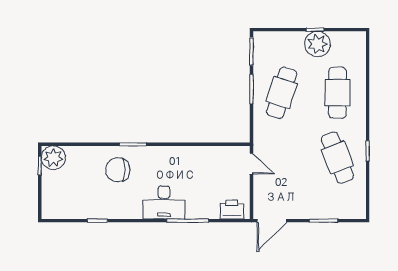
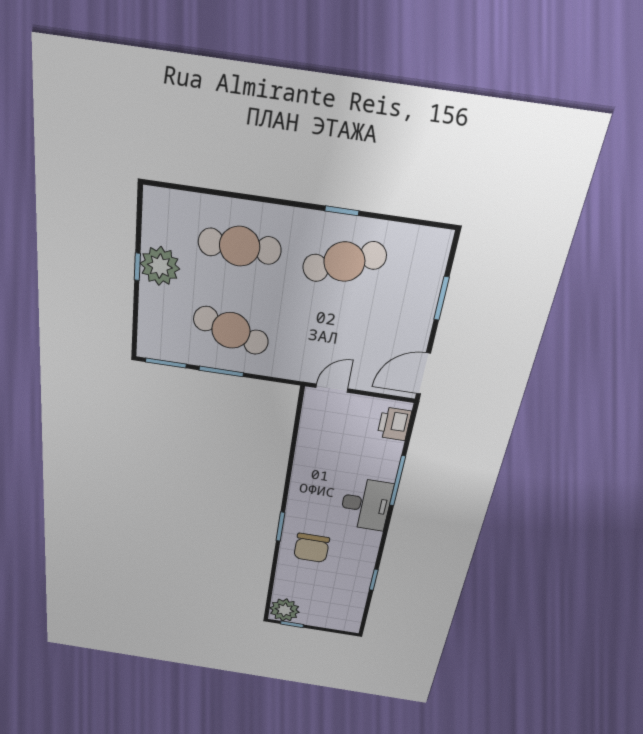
door: (272, 221) -> (423, 374), swing flipped

